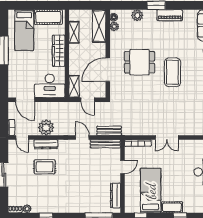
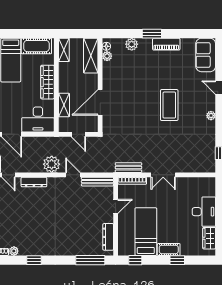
shelving: (74, 32) -> (64, 50), moved
dining table: (140, 62) -> (134, 94), removed
shelving: (74, 86) -> (64, 105), moved
plant: (46, 128) -> (52, 164), moved
bench: (109, 131) -> (128, 168), moved
rug: (45, 167) -> (32, 206), removed

